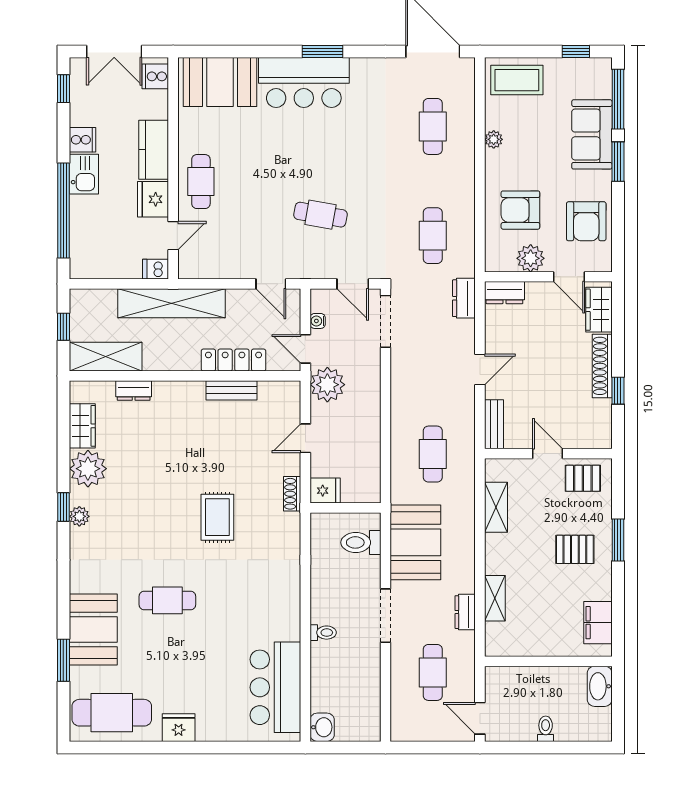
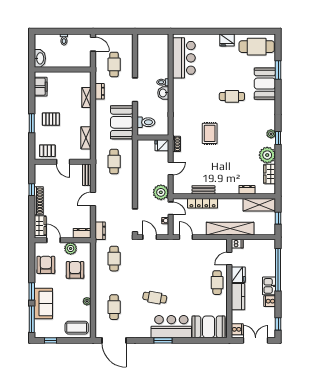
armchair: (520, 210) -> (75, 270), turned -90
cafe table: (320, 215) -> (155, 298), moved
washbasin: (322, 727) -> (163, 93), moved

